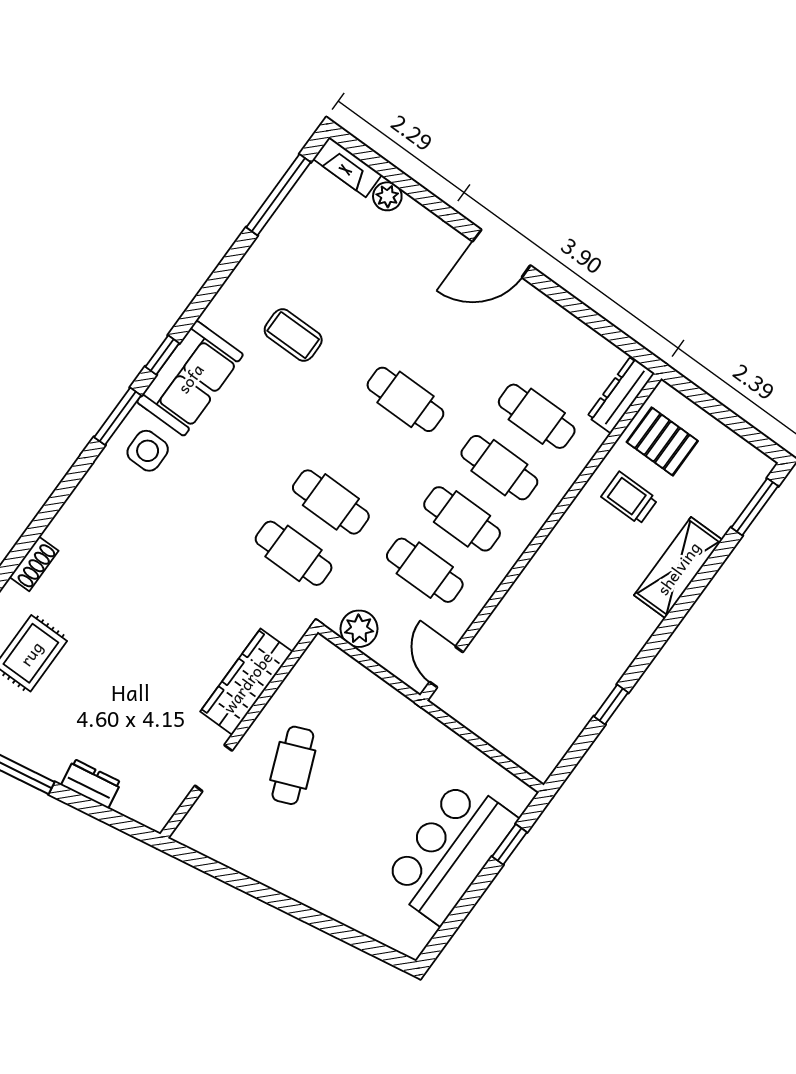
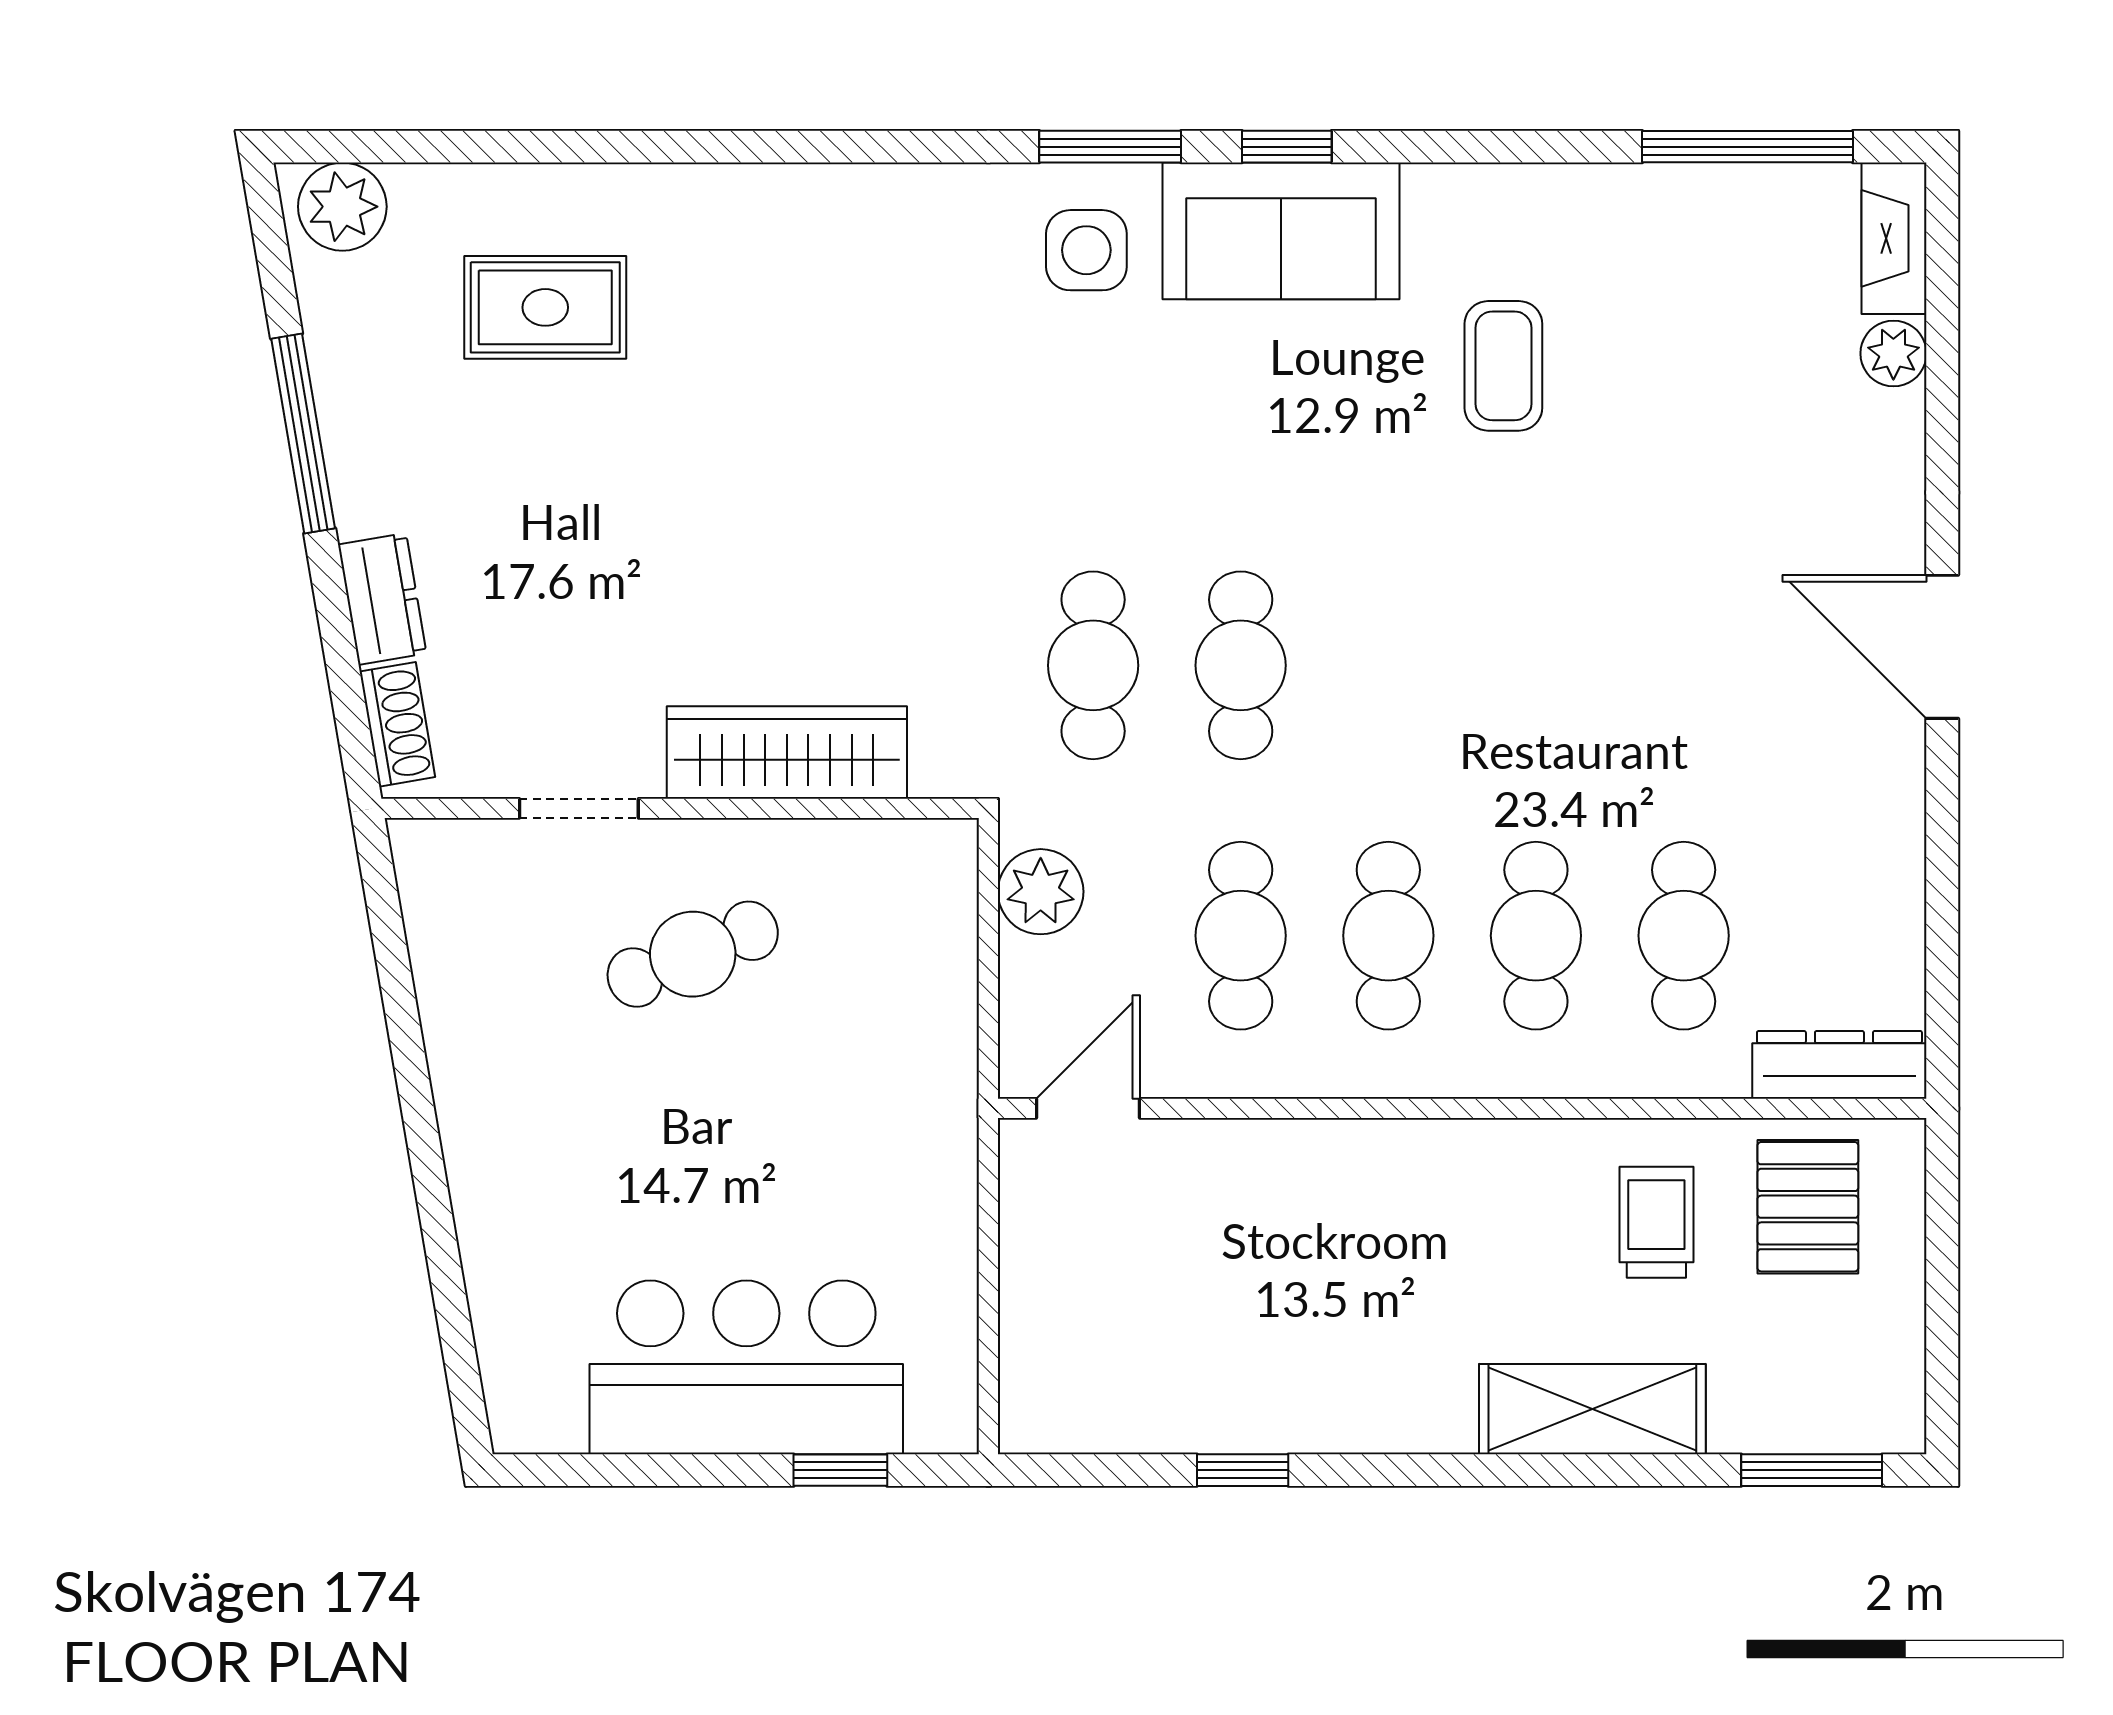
cafe table: (405, 399) -> (1536, 665), removed
shoe rack: (34, 564) -> (397, 724), moved, turned -100

